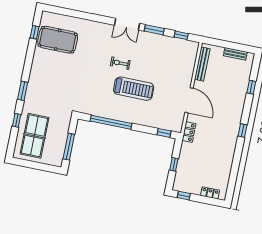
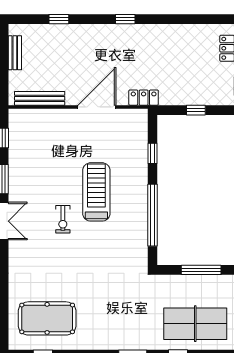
pool table: (58, 40) -> (47, 318), turned 90
window: (164, 133) -> (153, 153), moved

